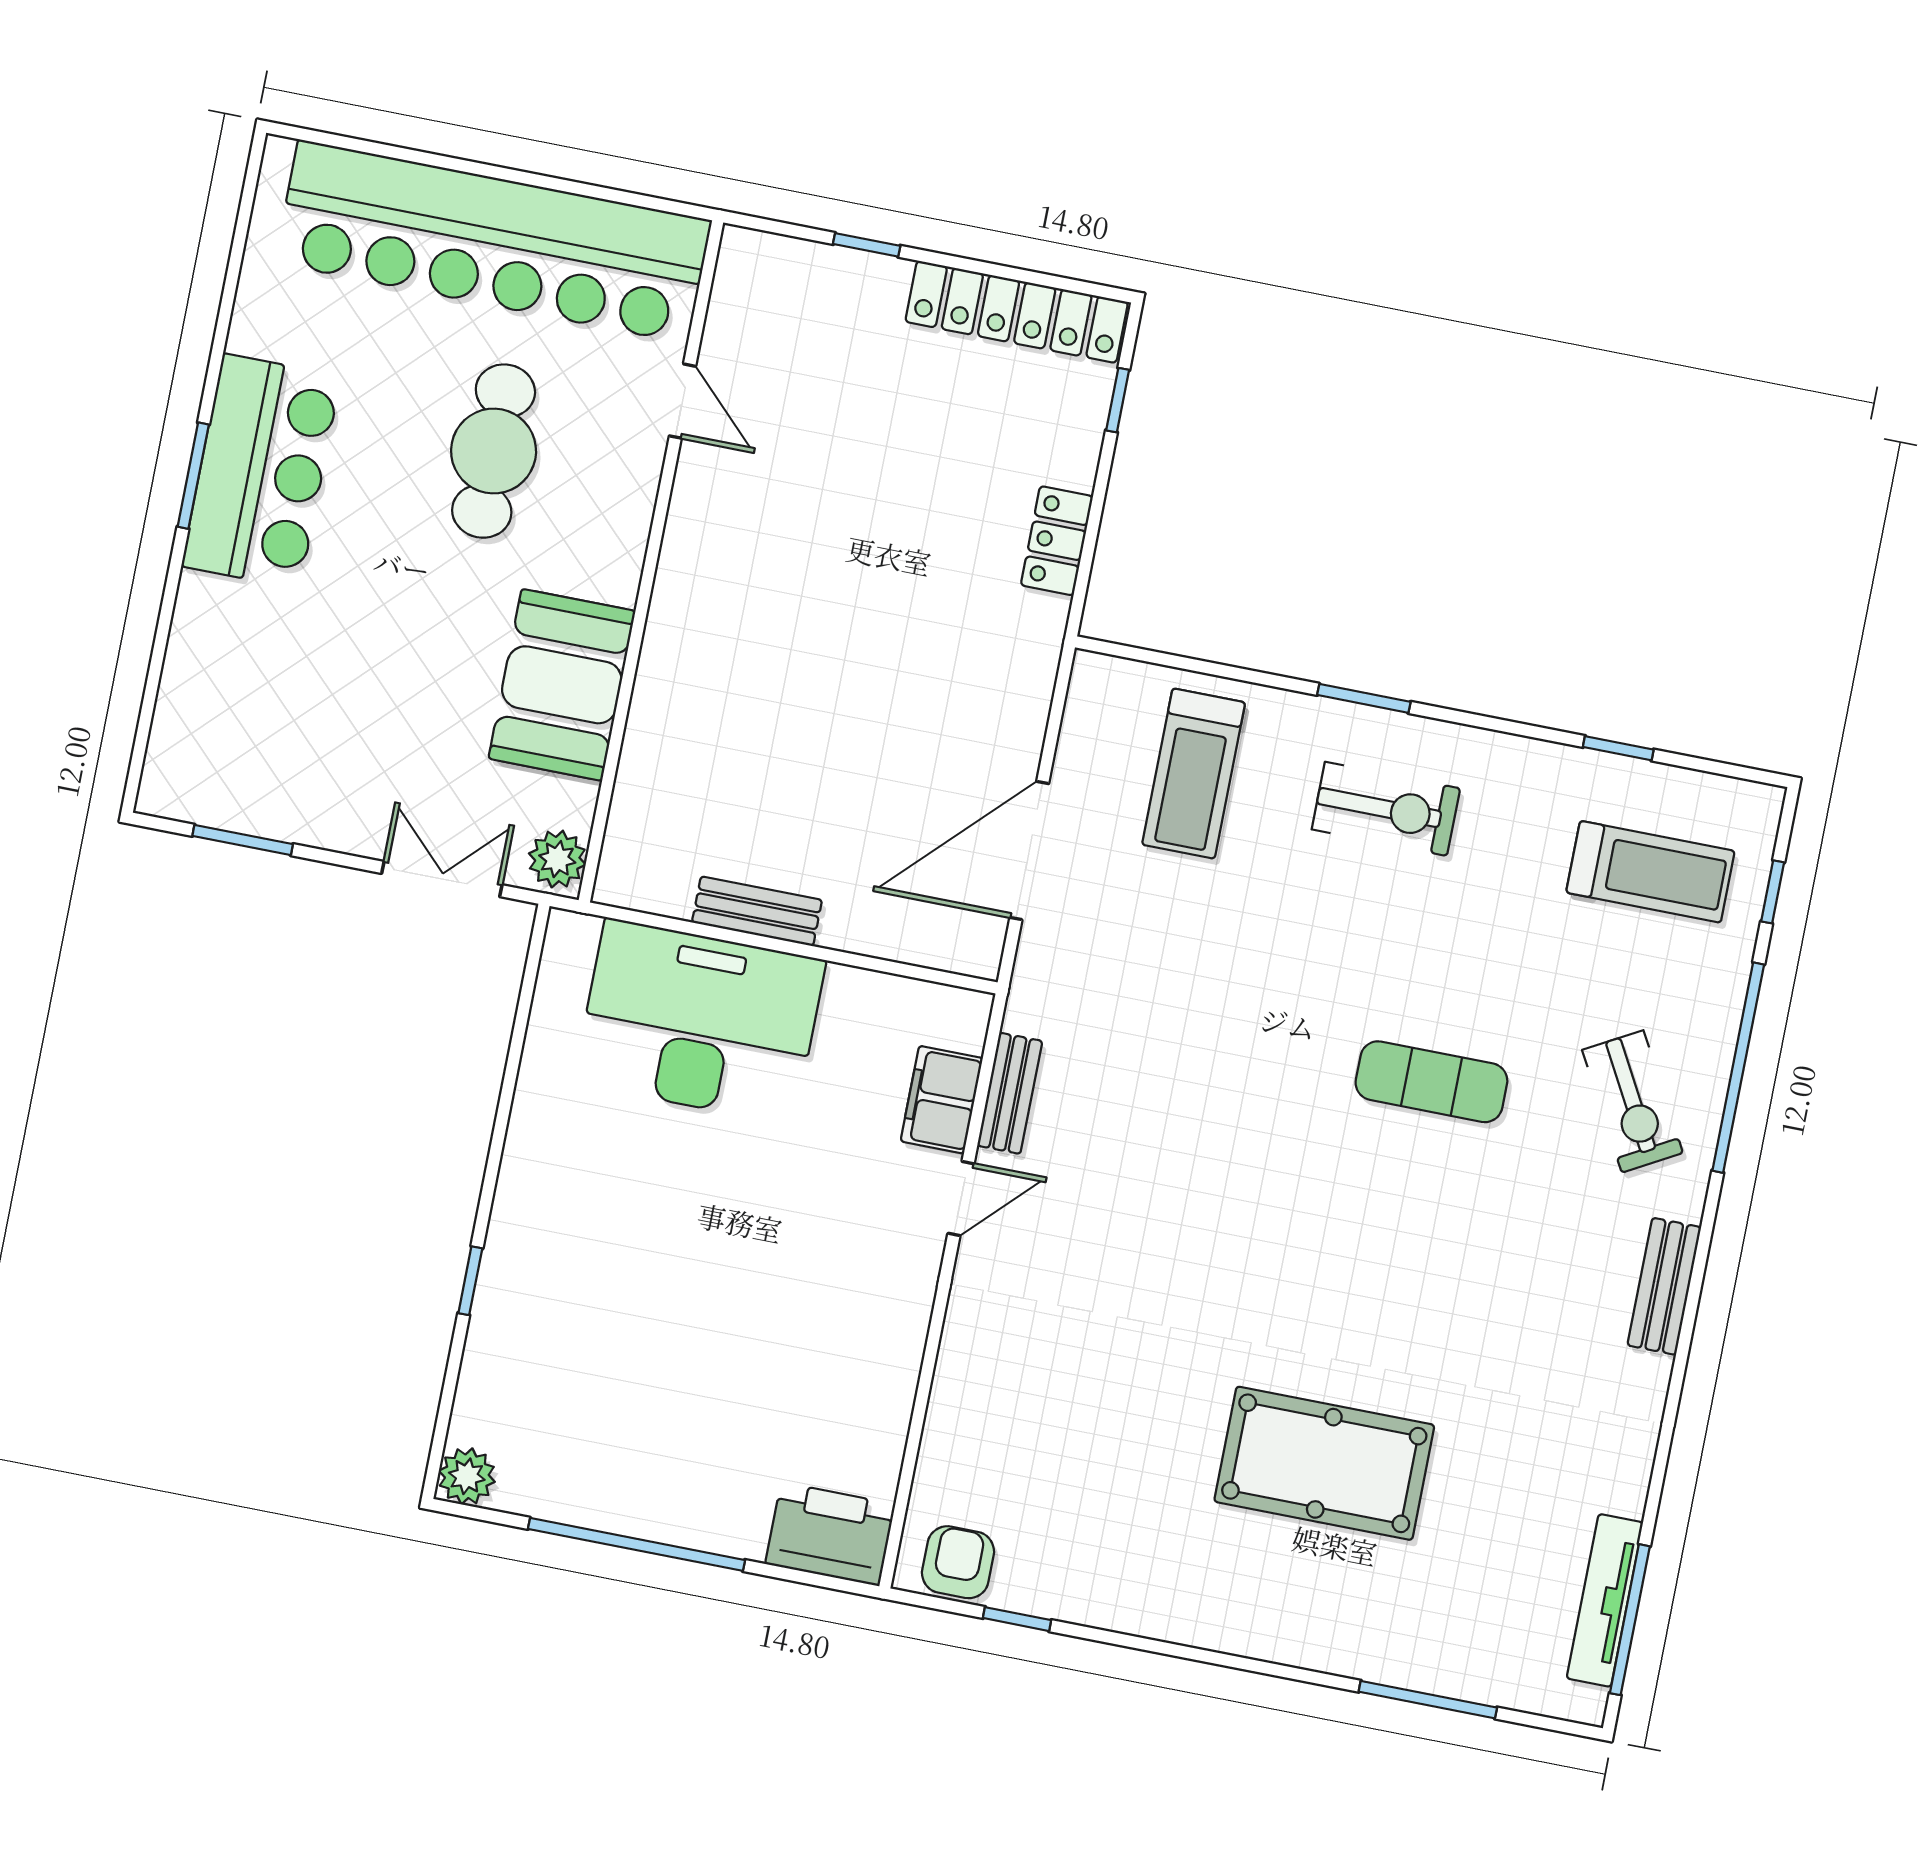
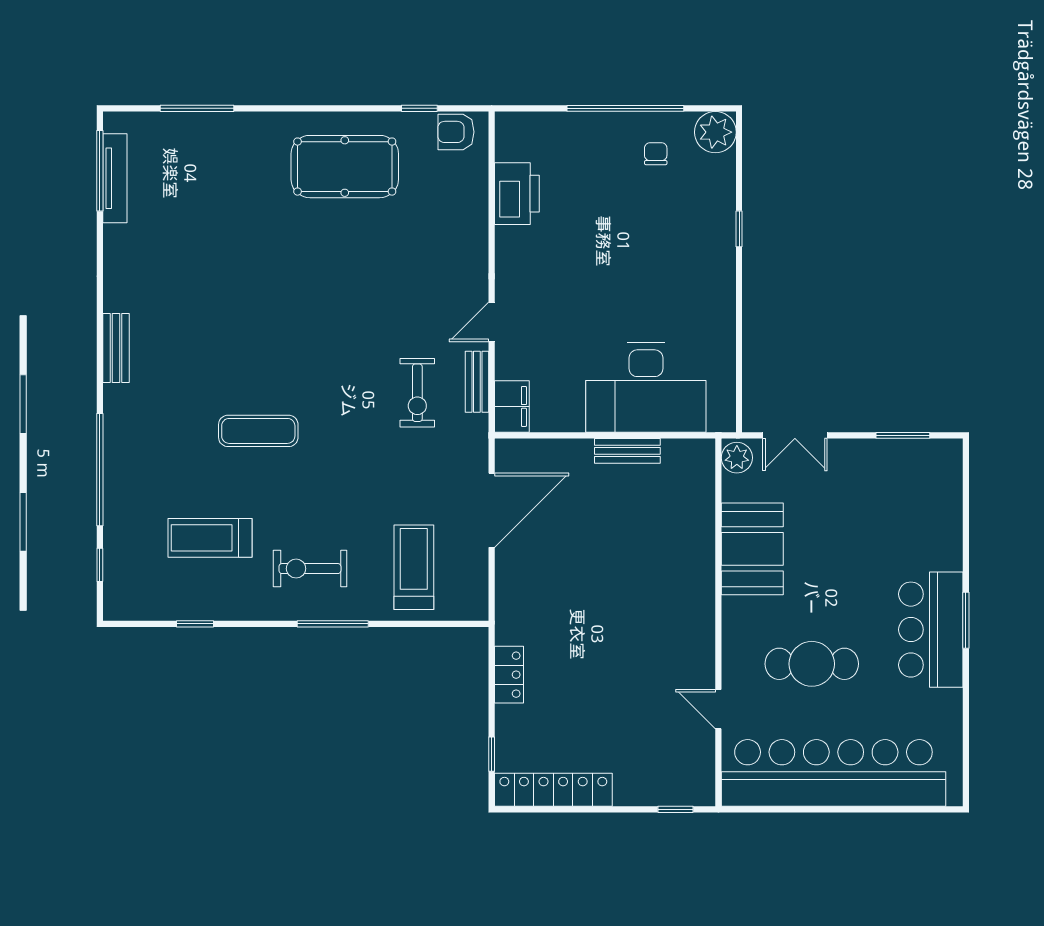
window: (867, 245) -> (676, 809), moved
cafe table: (494, 451) -> (812, 664), turned 90
window: (1364, 698) -> (333, 624), width x1.44
treadmill: (1650, 872) -> (210, 538), moved
filing cabinet: (942, 1100) -> (512, 406), moved
exercise bike: (1633, 1101) -> (417, 393), moved, turned -151
chair: (597, 1450) -> (656, 154), added
pool table: (1324, 1463) -> (345, 167), moved
plant: (467, 1476) -> (715, 132), width x1.36, depth x1.36
printer: (830, 1534) -> (517, 194), moved, turned -90
armchair: (958, 1562) -> (456, 132), turned 90

